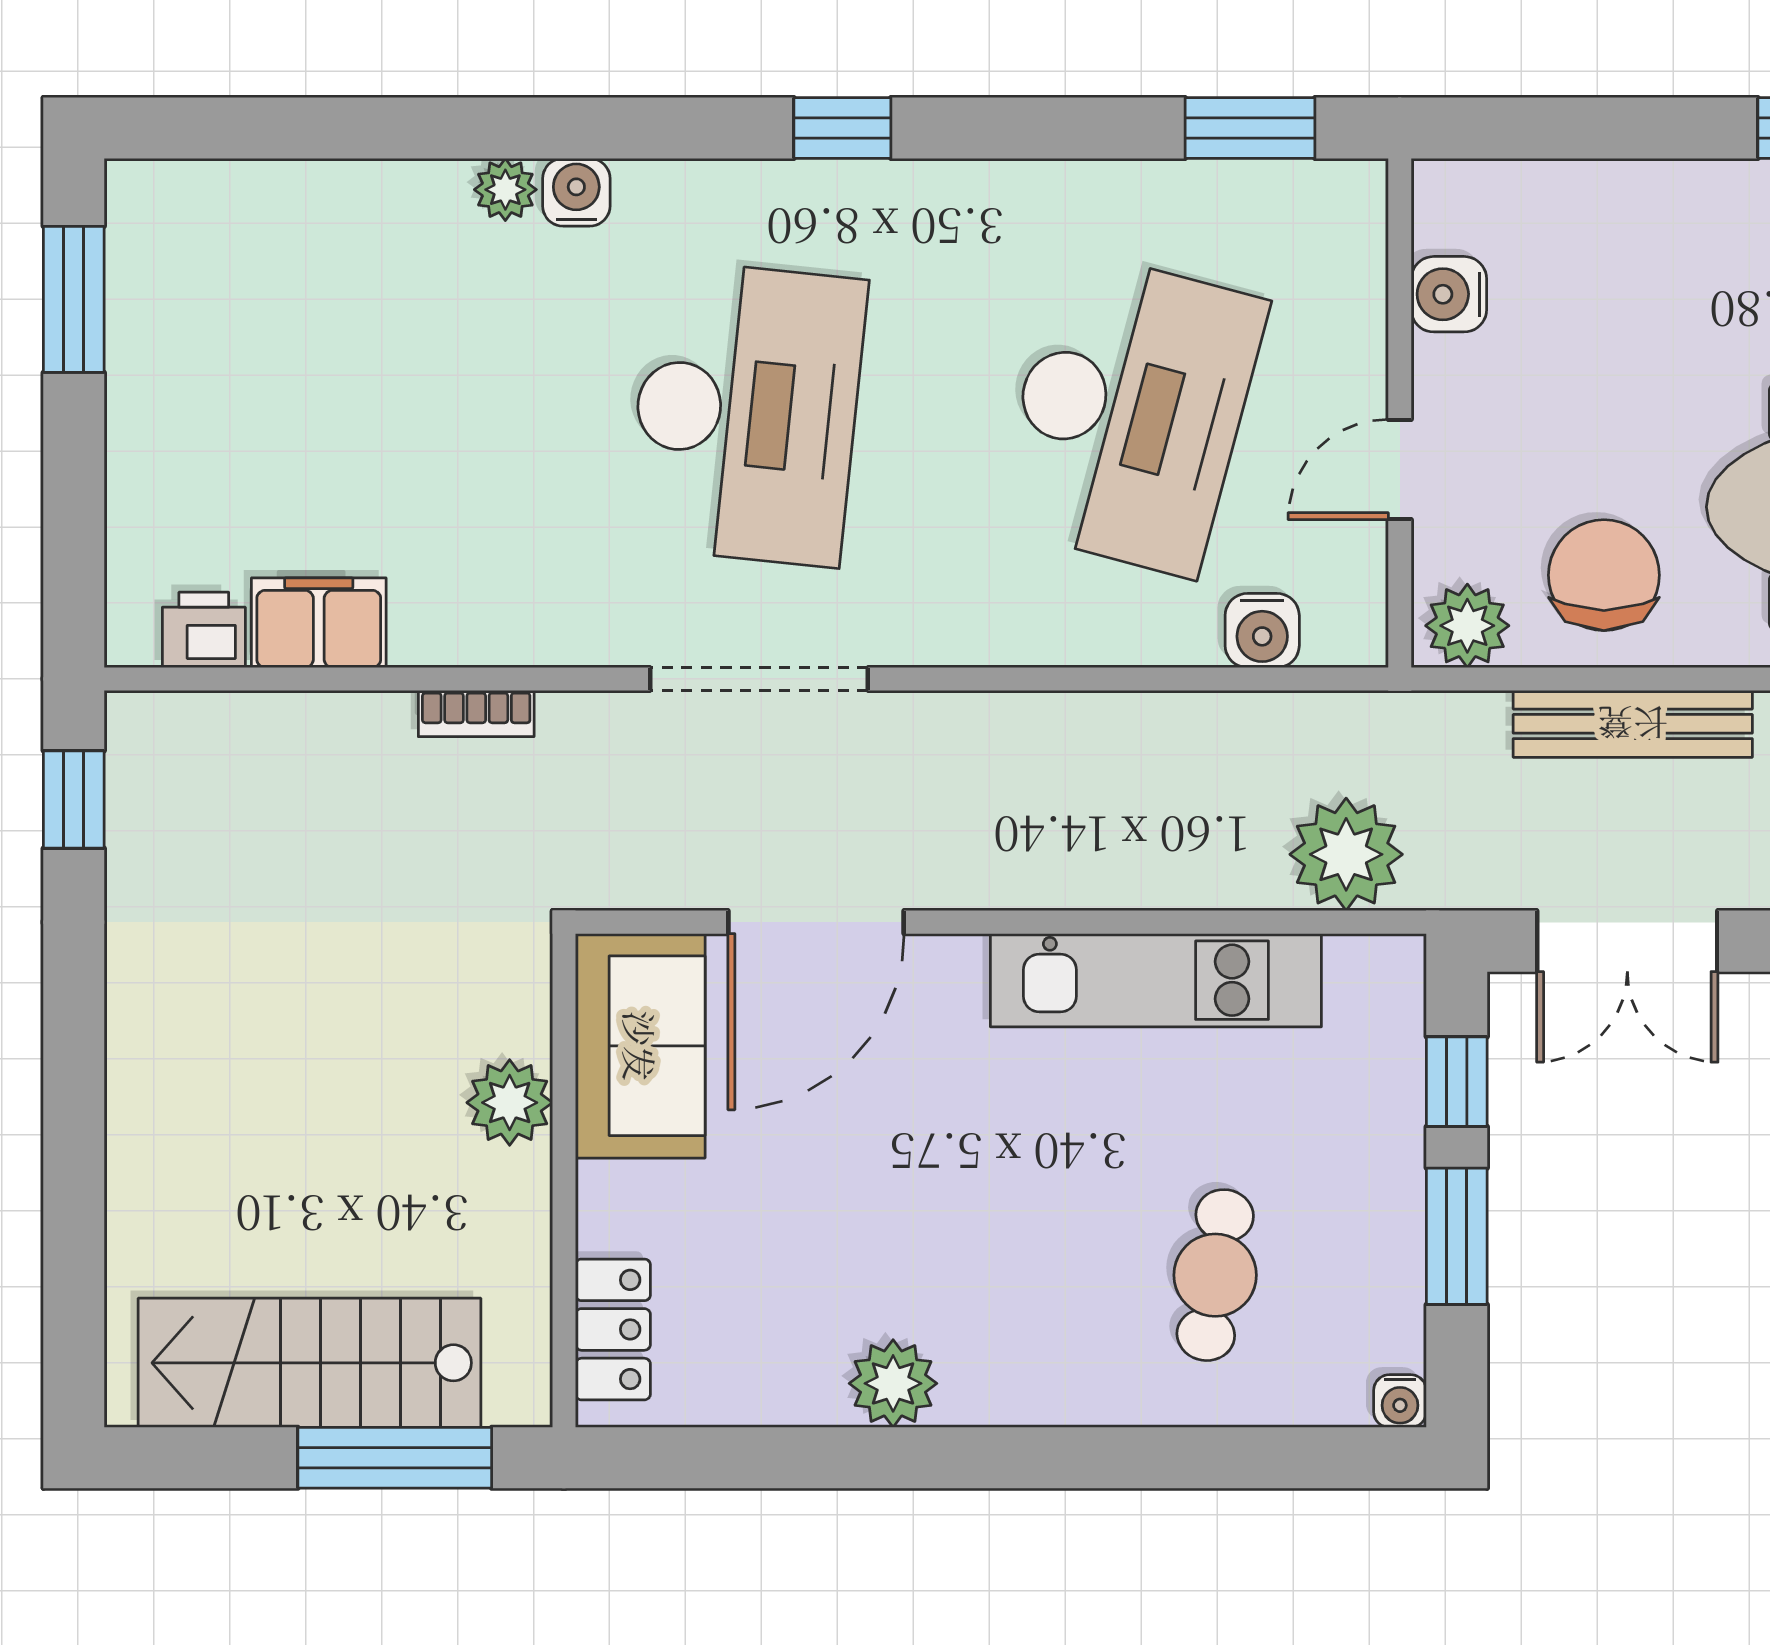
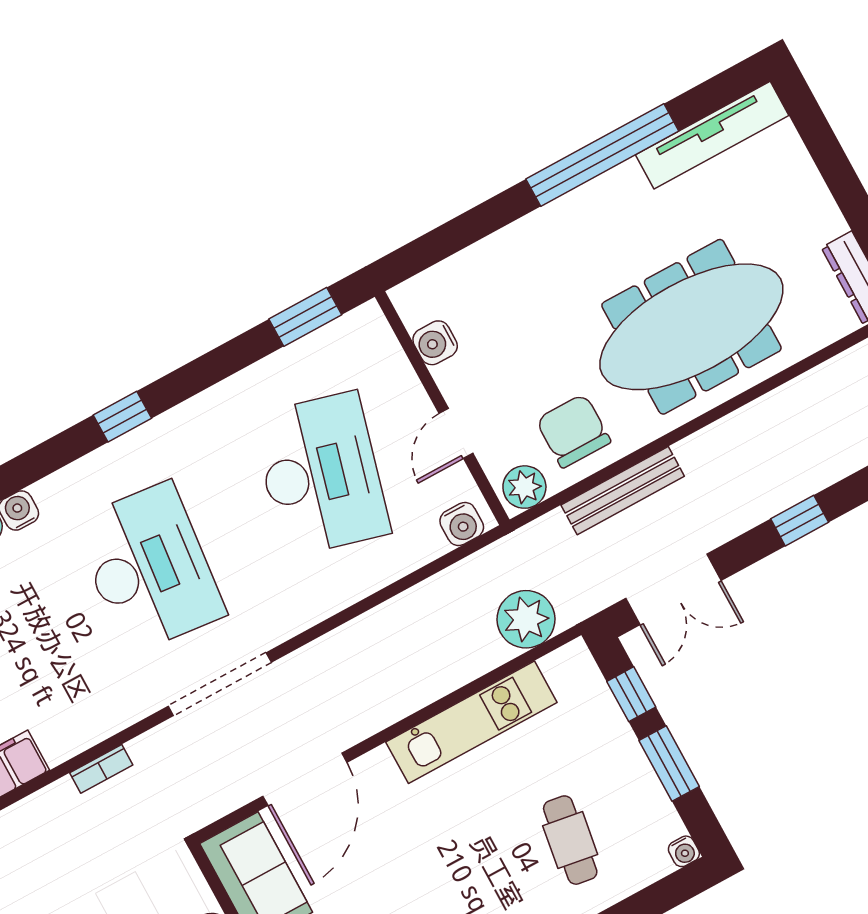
water cooler: (1262, 631) -> (462, 524), moved

